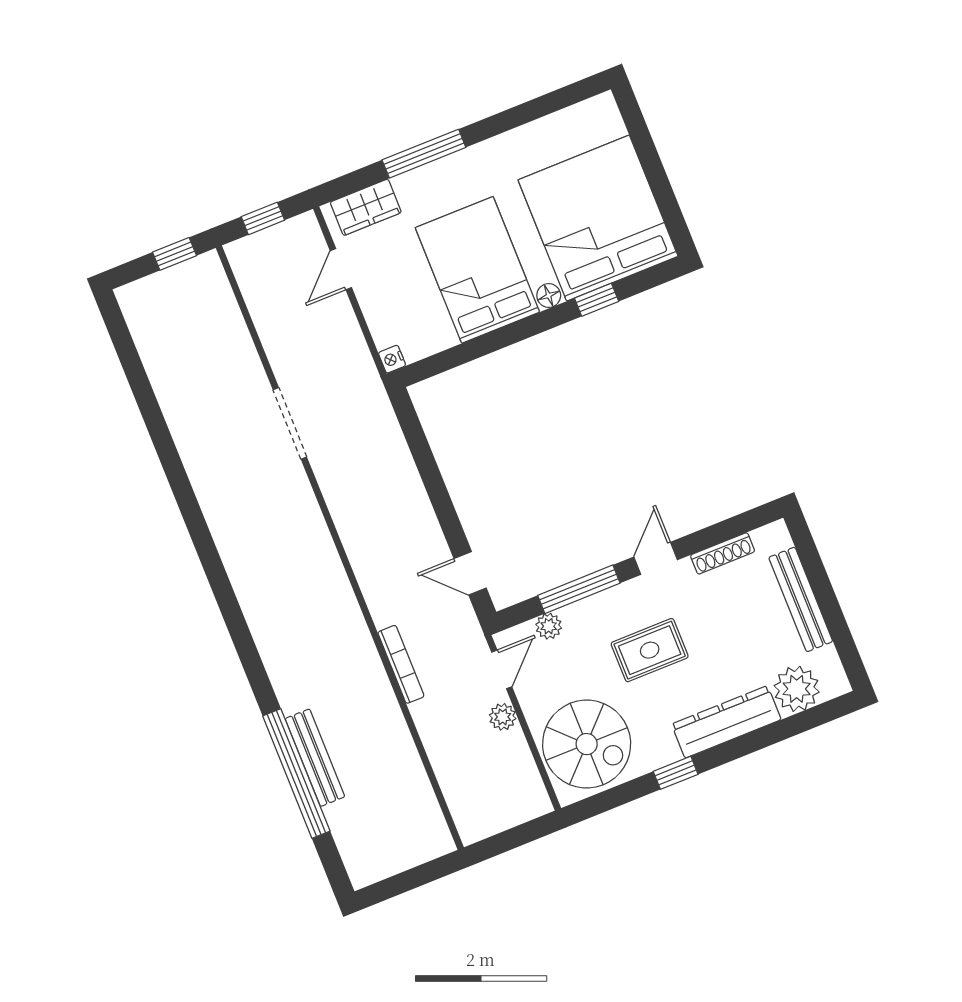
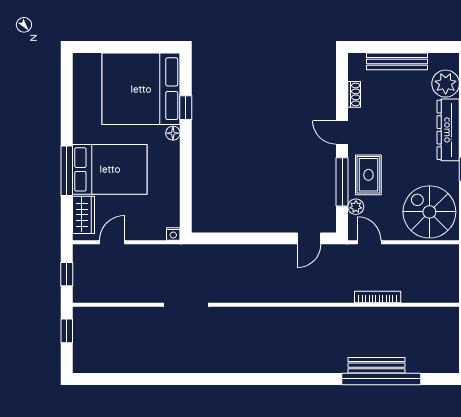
door: (341, 269) -> (112, 242), swing flipped
bed: (477, 270) -> (110, 169), moved, turned 180
shoe rack: (723, 553) -> (354, 94), width x0.70
rug: (650, 650) -> (368, 175), moved
bookcase: (401, 664) -> (378, 297), moved
plant: (503, 717) -> (396, 252), removed
spiral stairs: (587, 744) -> (429, 212), turned -90

